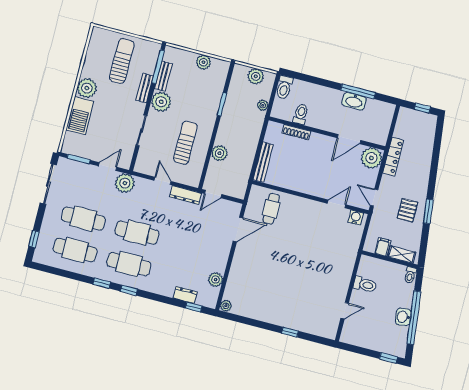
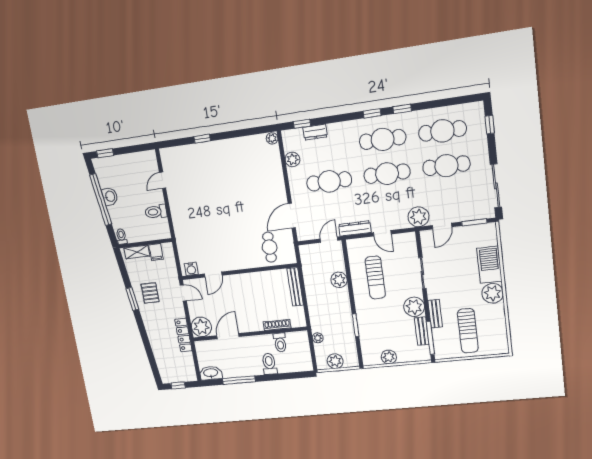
toilet: (284, 87) -> (269, 364), moved
washbasin: (354, 101) -> (211, 373), moved
cafe table: (191, 247) -> (329, 181), added

